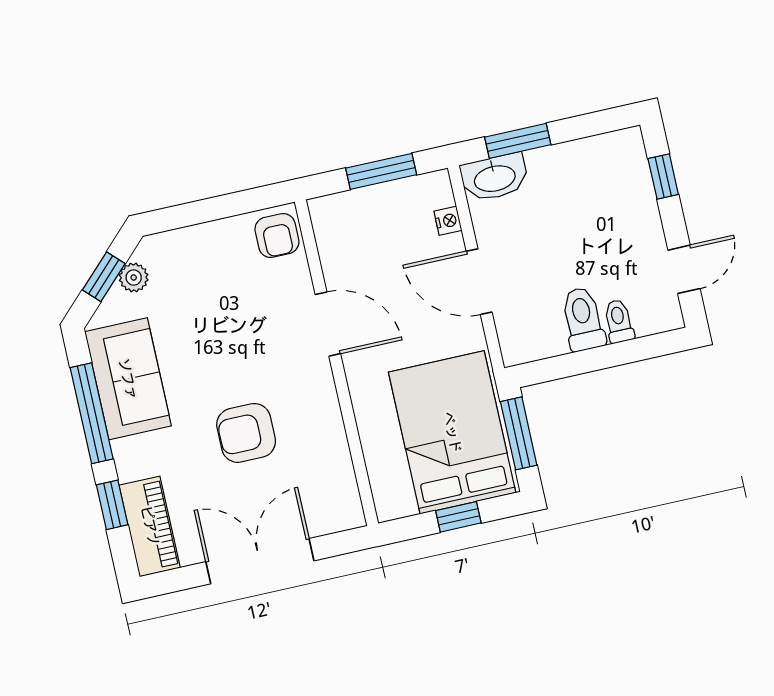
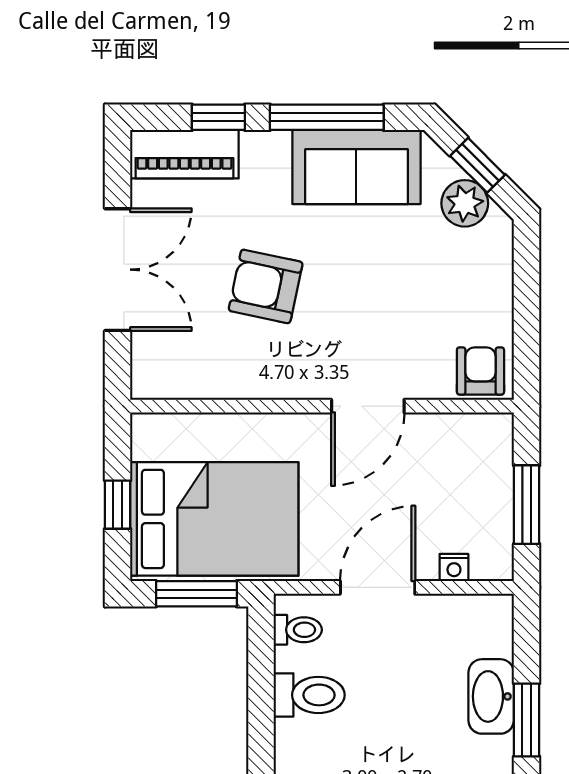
window: (518, 141) -> (527, 720), moved
washbasin: (495, 177) -> (491, 696), moved
armchair: (277, 236) -> (480, 371), turned 90
plant: (134, 278) -> (465, 203), width x1.38, depth x1.38
toilet: (619, 321) -> (298, 630), moved
armchair: (246, 433) -> (266, 286), turned -78

